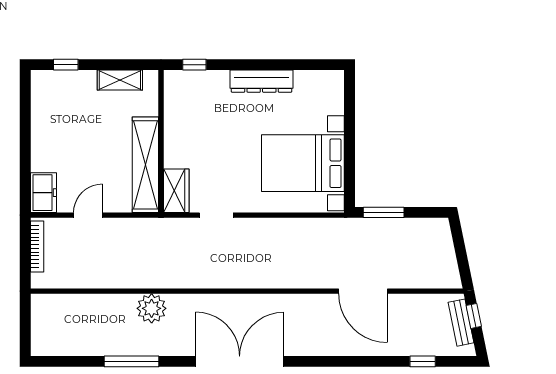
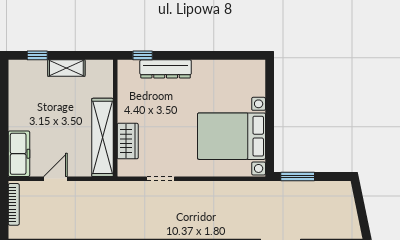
shelving: (120, 80) -> (66, 68), moved
dresser: (261, 81) -> (166, 69), moved
wardrobe: (176, 191) -> (128, 141), moved
freezer: (44, 193) -> (19, 154), width x1.40

